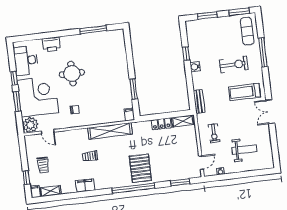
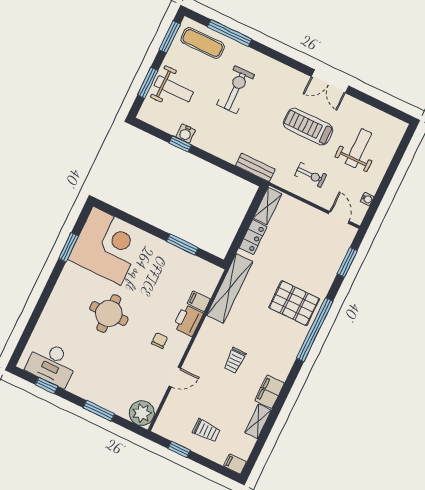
window: (93, 30) -> (68, 247), width x0.69
weight bench: (213, 32) -> (174, 89), added
printer: (51, 44) -> (188, 320), moved, turned 180
window: (263, 53) -> (230, 33), moved
water cooler: (195, 67) -> (186, 133), moved
window: (14, 78) -> (46, 386), moved
treadmill: (244, 92) -> (308, 127), moved, turned 90
corner desk: (38, 96) -> (107, 246), moved, turned 90
filing cabinet: (129, 114) -> (199, 301), moved
shelving: (110, 131) -> (230, 288), moved
door: (48, 132) -> (175, 377), moved
window: (26, 178) -> (179, 449), moved
shelving: (50, 191) -> (258, 421), moved

